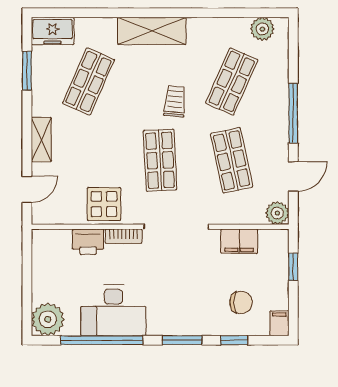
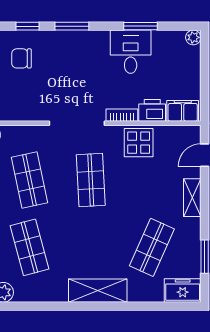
shop shelf: (232, 81) -> (29, 247), turned -39
trolley: (175, 101) -> (78, 230), removed
filing cabinet: (239, 241) -> (183, 111), moved
desk: (113, 310) -> (131, 52), width x0.73
plant: (48, 319) -> (193, 37), width x0.53, depth x0.53
window: (102, 340) -> (141, 26), width x0.47

